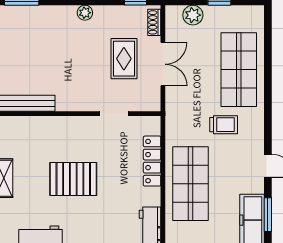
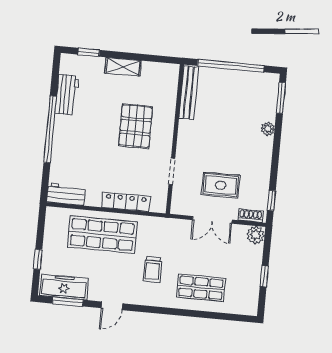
plant: (85, 13) -> (268, 129), moved
plant: (193, 15) -> (256, 235), moved
shop shelf: (239, 70) -> (201, 288), width x0.70, depth x0.74
pallet: (73, 179) -> (136, 126), moved

